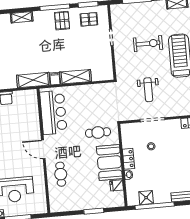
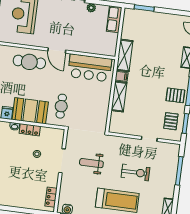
exercise bike: (148, 44) -> (135, 172), turned -90
door: (43, 149) -> (57, 51), swing flipped
cafe table: (61, 174) -> (29, 62), width x1.37, depth x1.35

